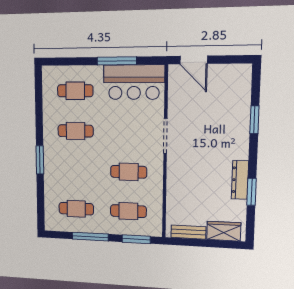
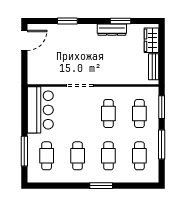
door: (194, 60) -> (24, 40), moved
window: (117, 61) -> (24, 151), moved
cafe table: (76, 170) -> (108, 156), added

